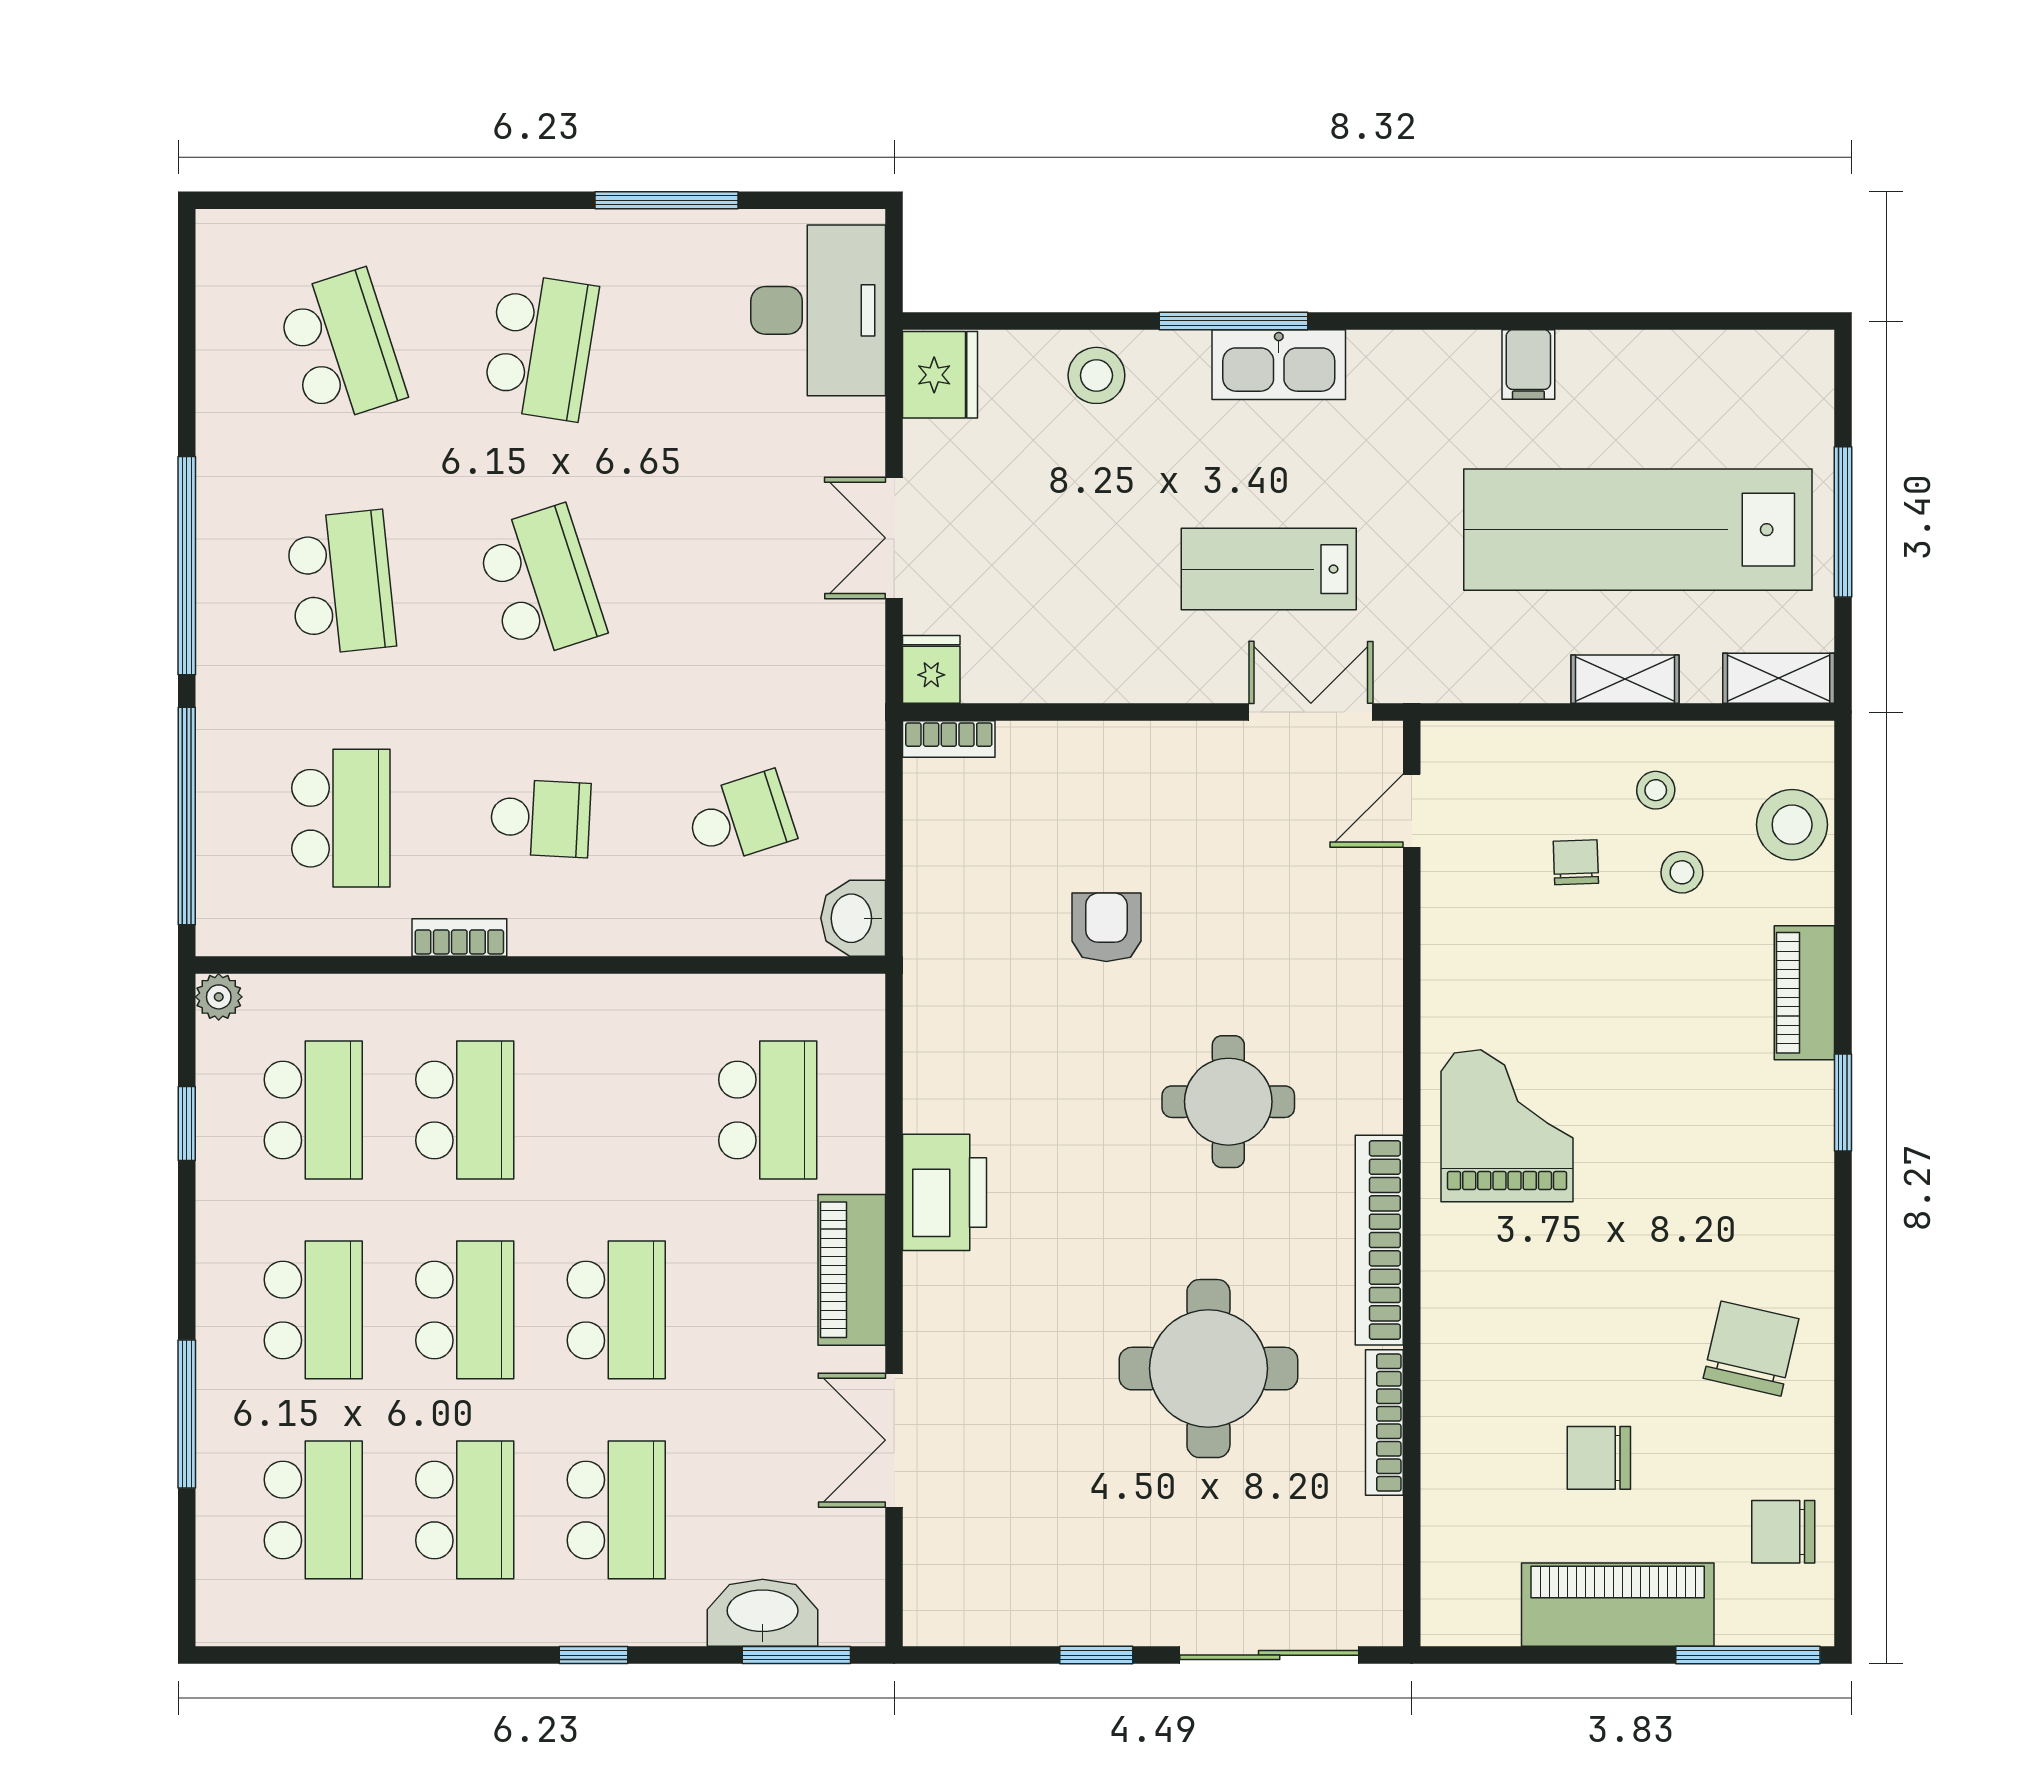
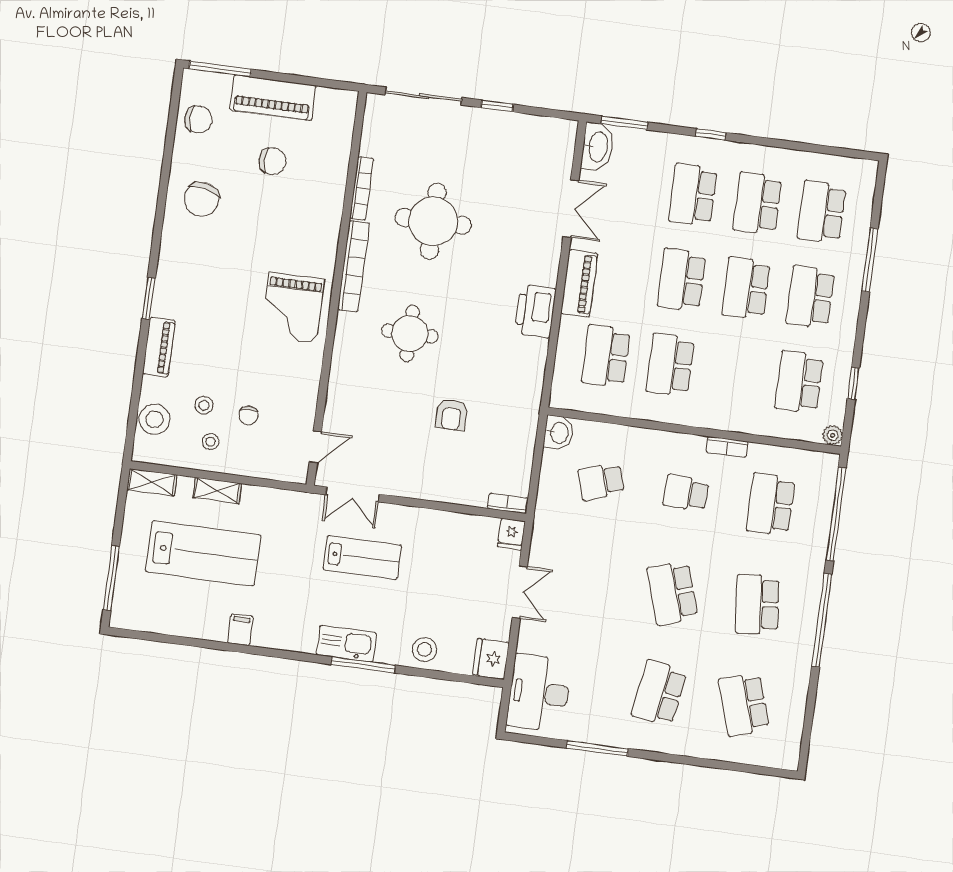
window: (1843, 522) -> (111, 578), moved
lab bench: (1638, 530) -> (203, 553), width x0.73
school desk: (465, 1110) -> (670, 365), moved
washbasin: (763, 1613) -> (597, 147), moved, turned -90

